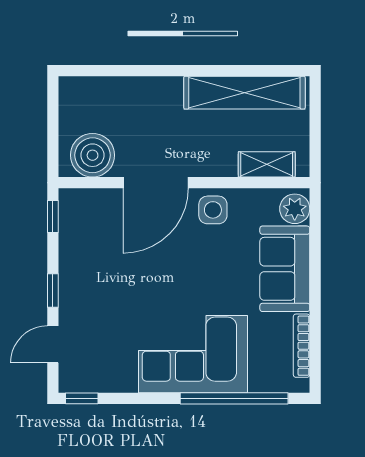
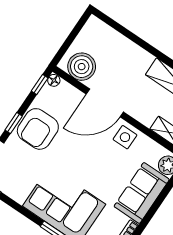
floor lamp: (68, 198) -> (54, 80), added
armchair: (90, 277) -> (38, 129), added

